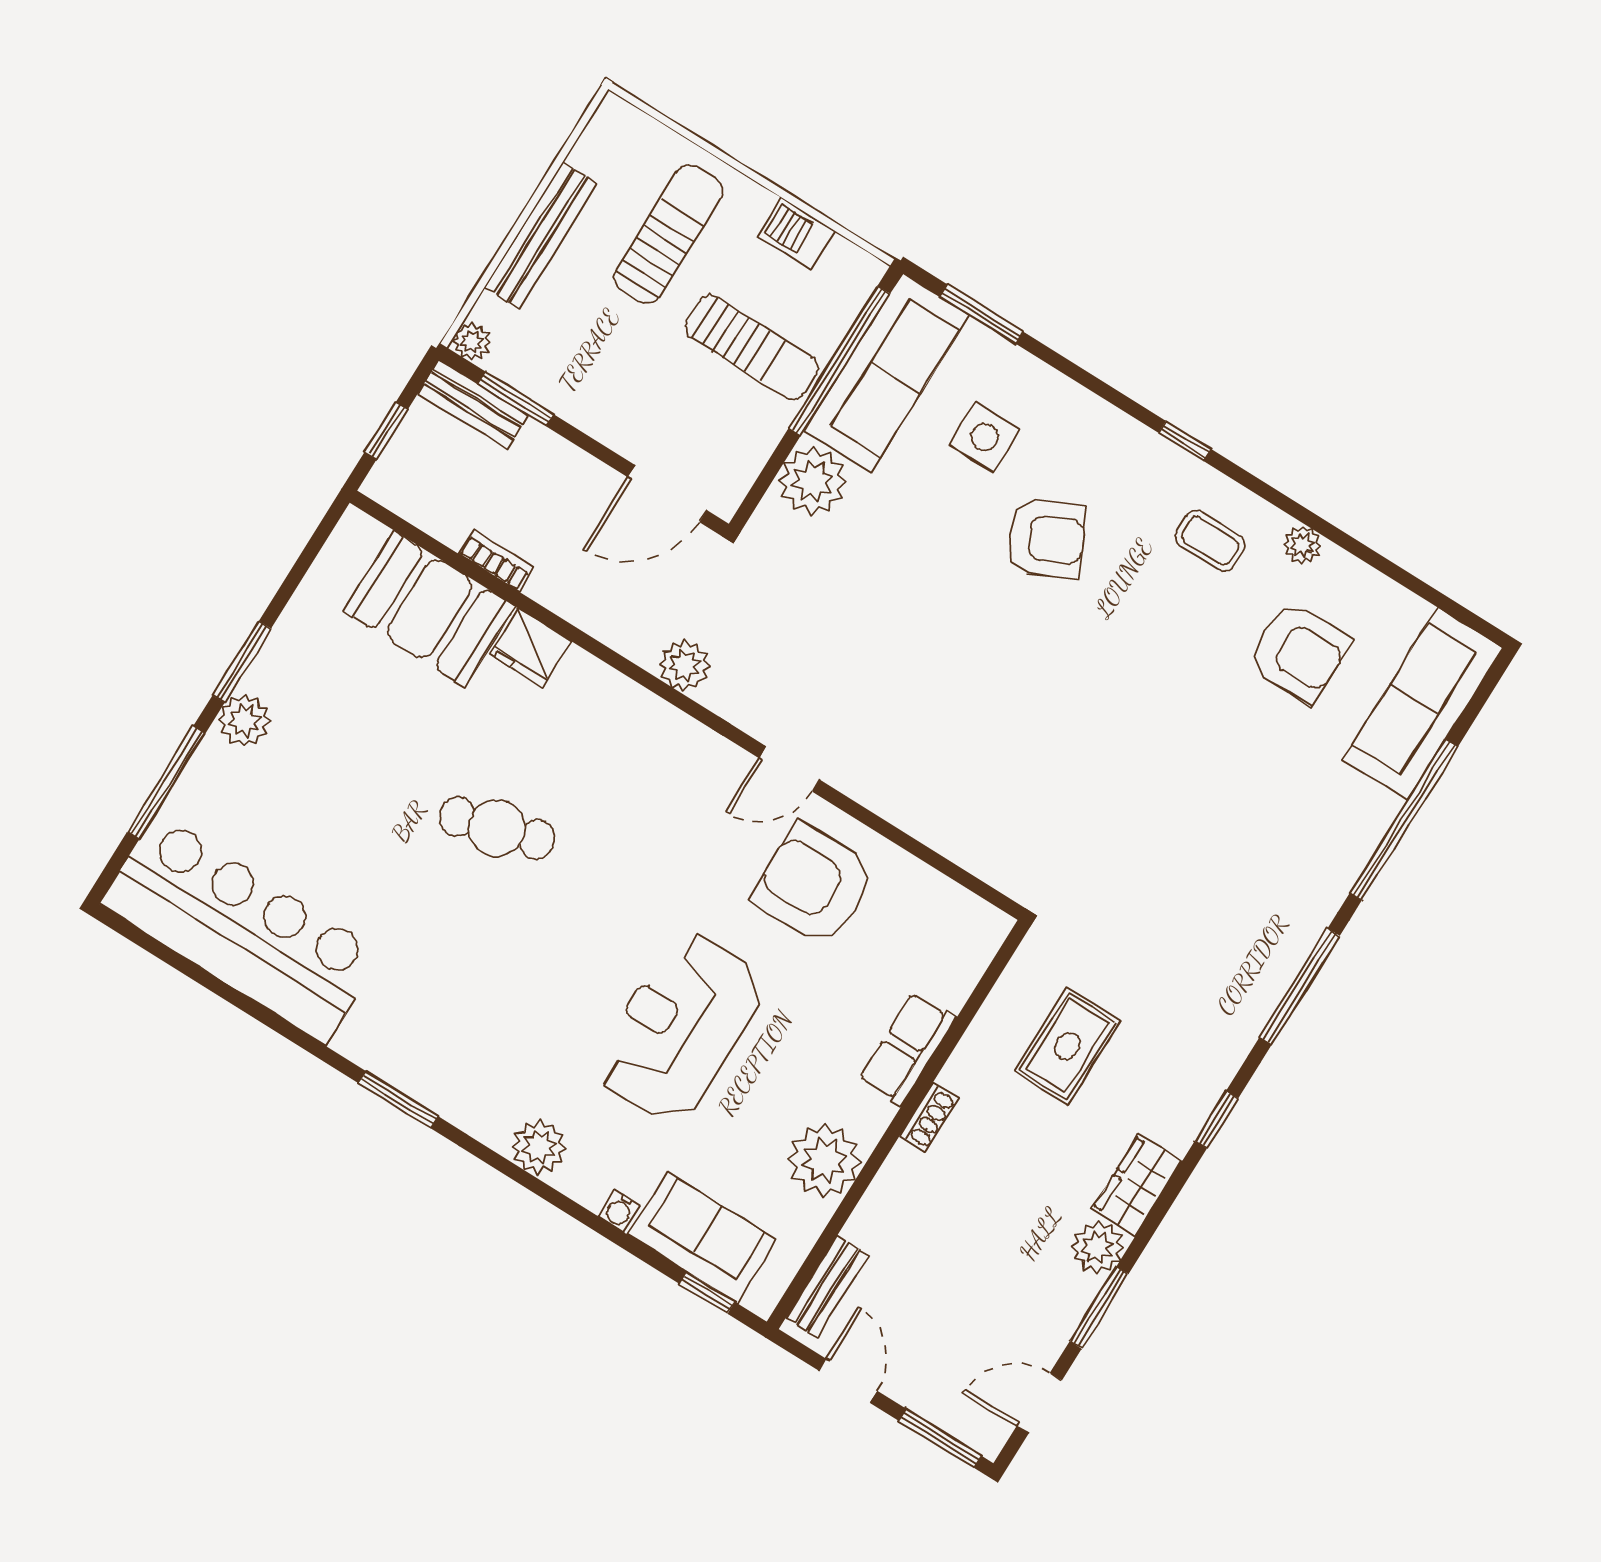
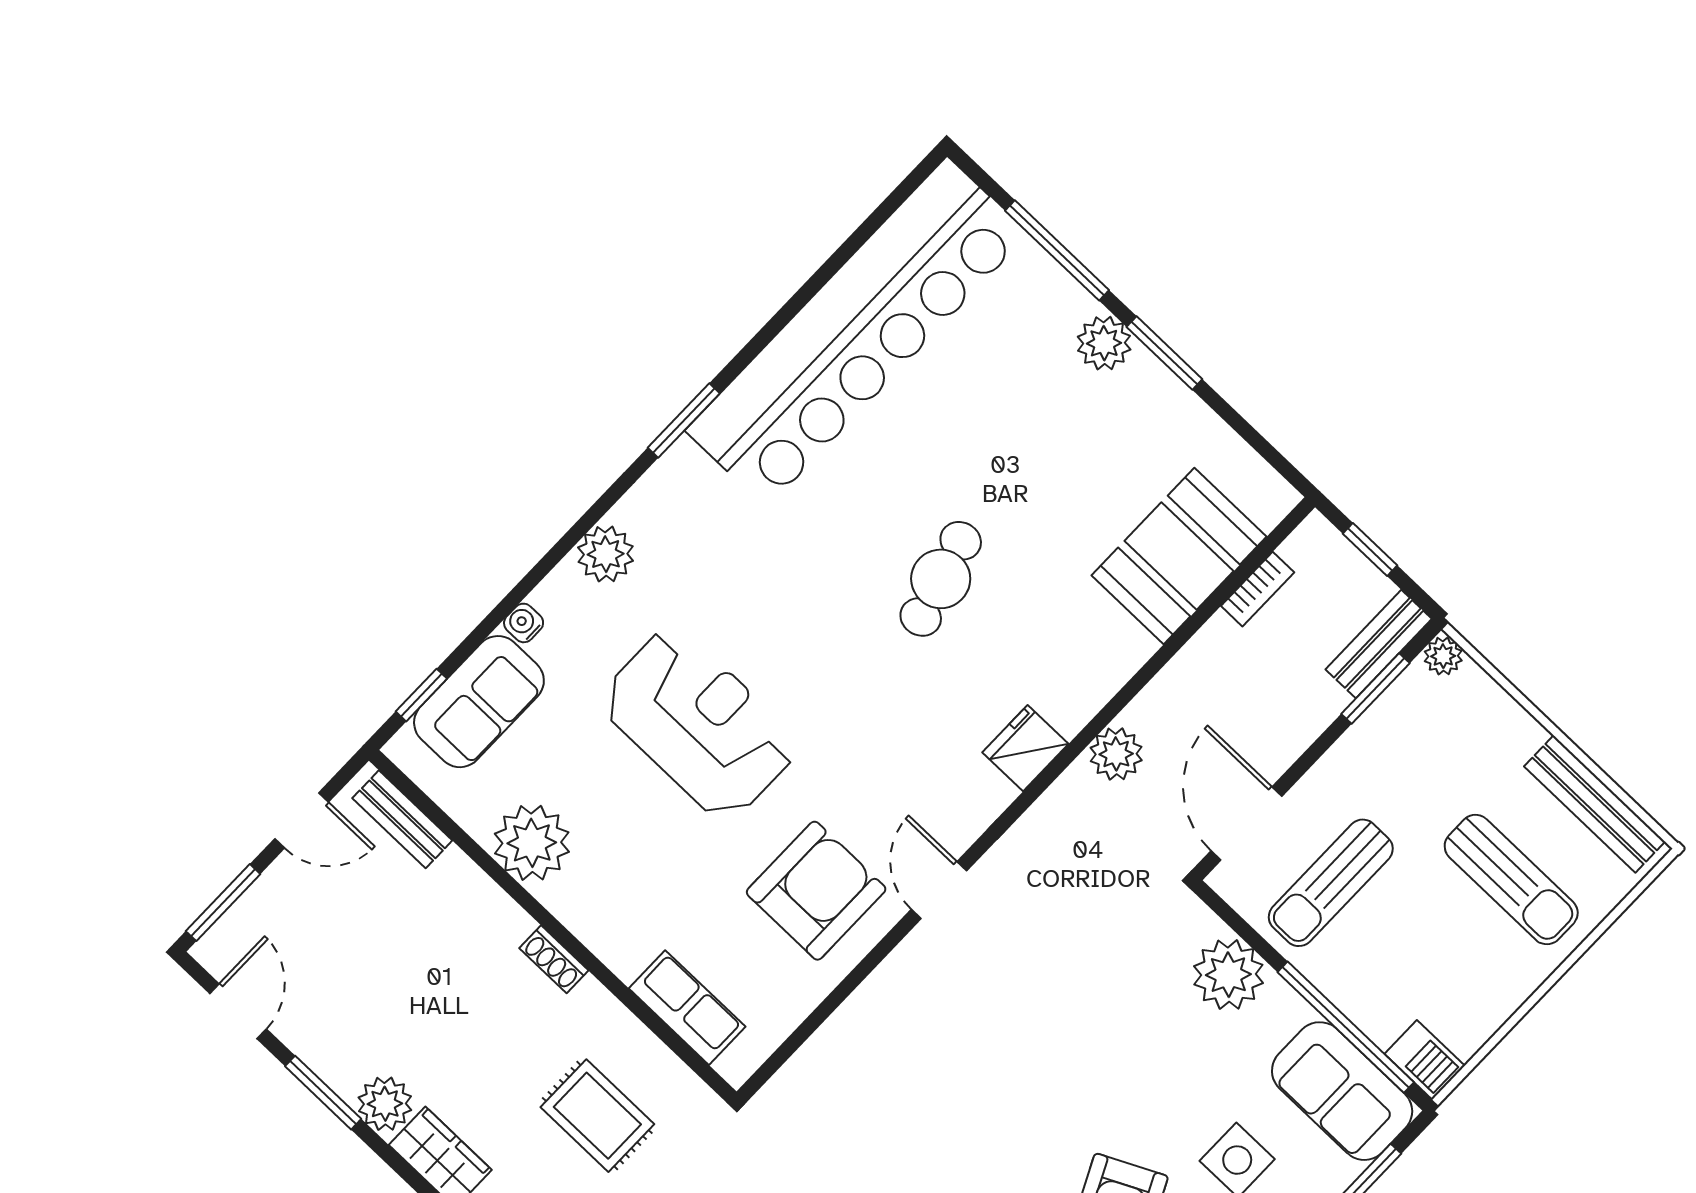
barbecue: (797, 234) -> (1425, 1060), moved, turned 90
bench: (541, 236) -> (1595, 804), moved
sun lounger: (752, 348) -> (1331, 883), moved
sofa: (887, 373) -> (1342, 1091), width x0.73
bookcase: (496, 560) -> (1258, 589), moved
fridge: (531, 648) -> (1025, 748), moved
plant: (685, 665) -> (1116, 754), moved
bar counter: (241, 929) -> (857, 332), width x1.36
row of seats: (907, 1049) -> (687, 1008), moved

